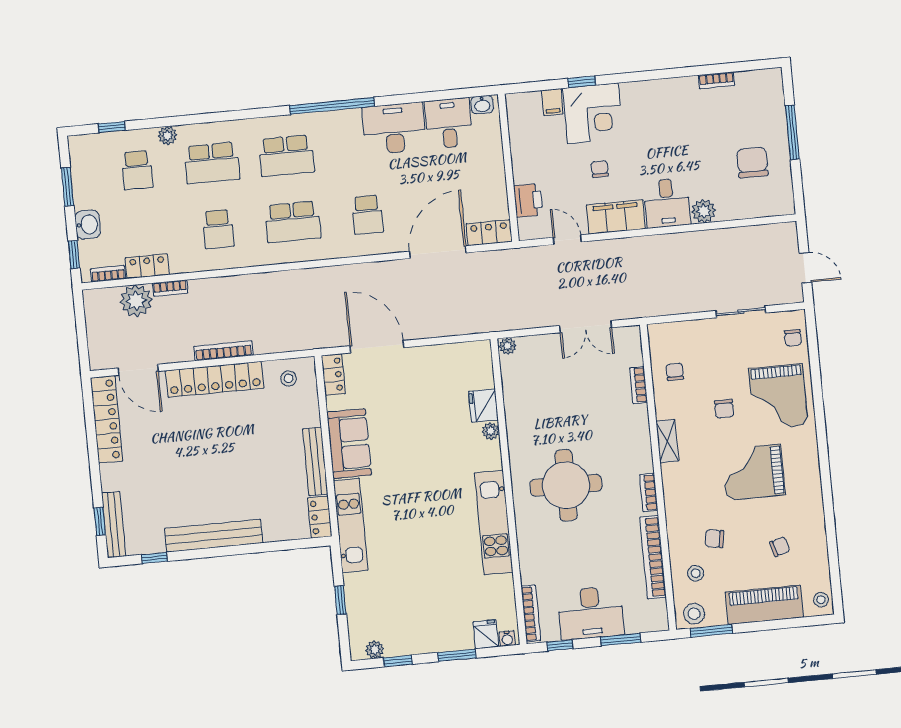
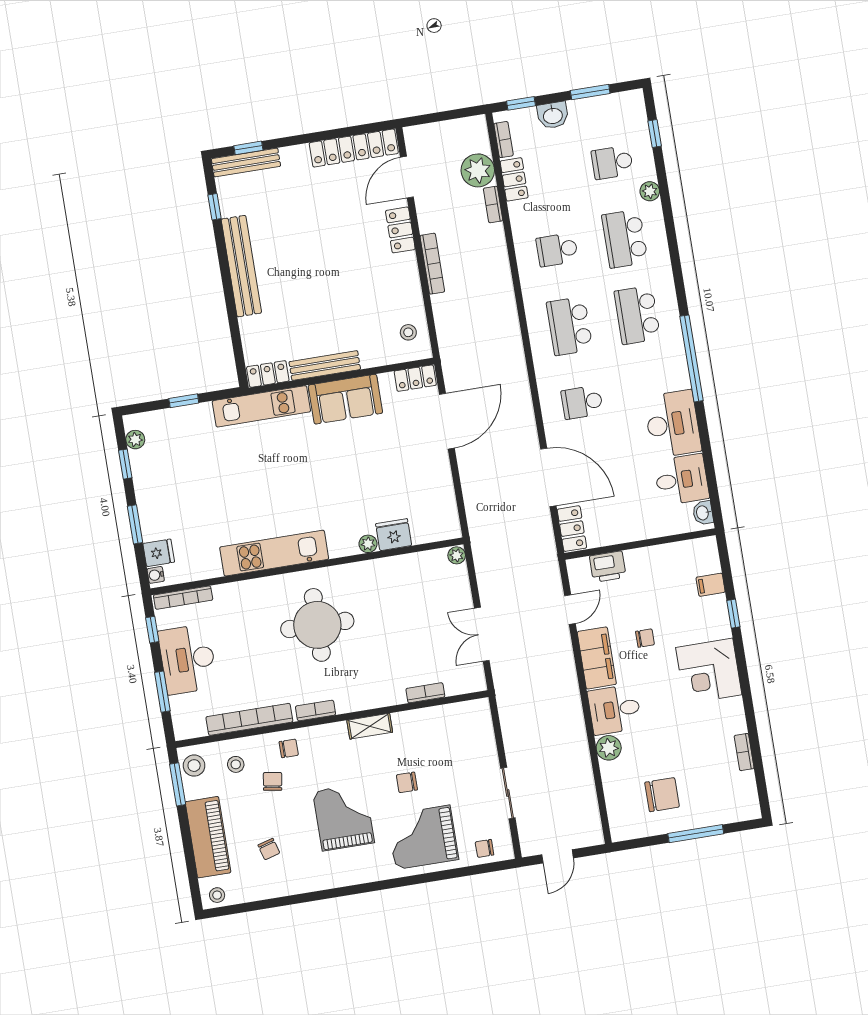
corner desk: (593, 113) -> (709, 671), moved
chair: (675, 372) -> (289, 748), moved
locker: (215, 379) -> (400, 230), width x0.46, depth x0.83

